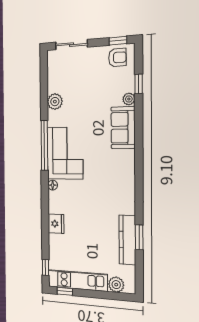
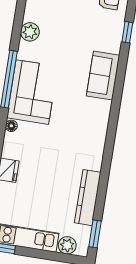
plant: (129, 99) -> (114, 46), removed
window: (139, 237) -> (95, 234), moved

